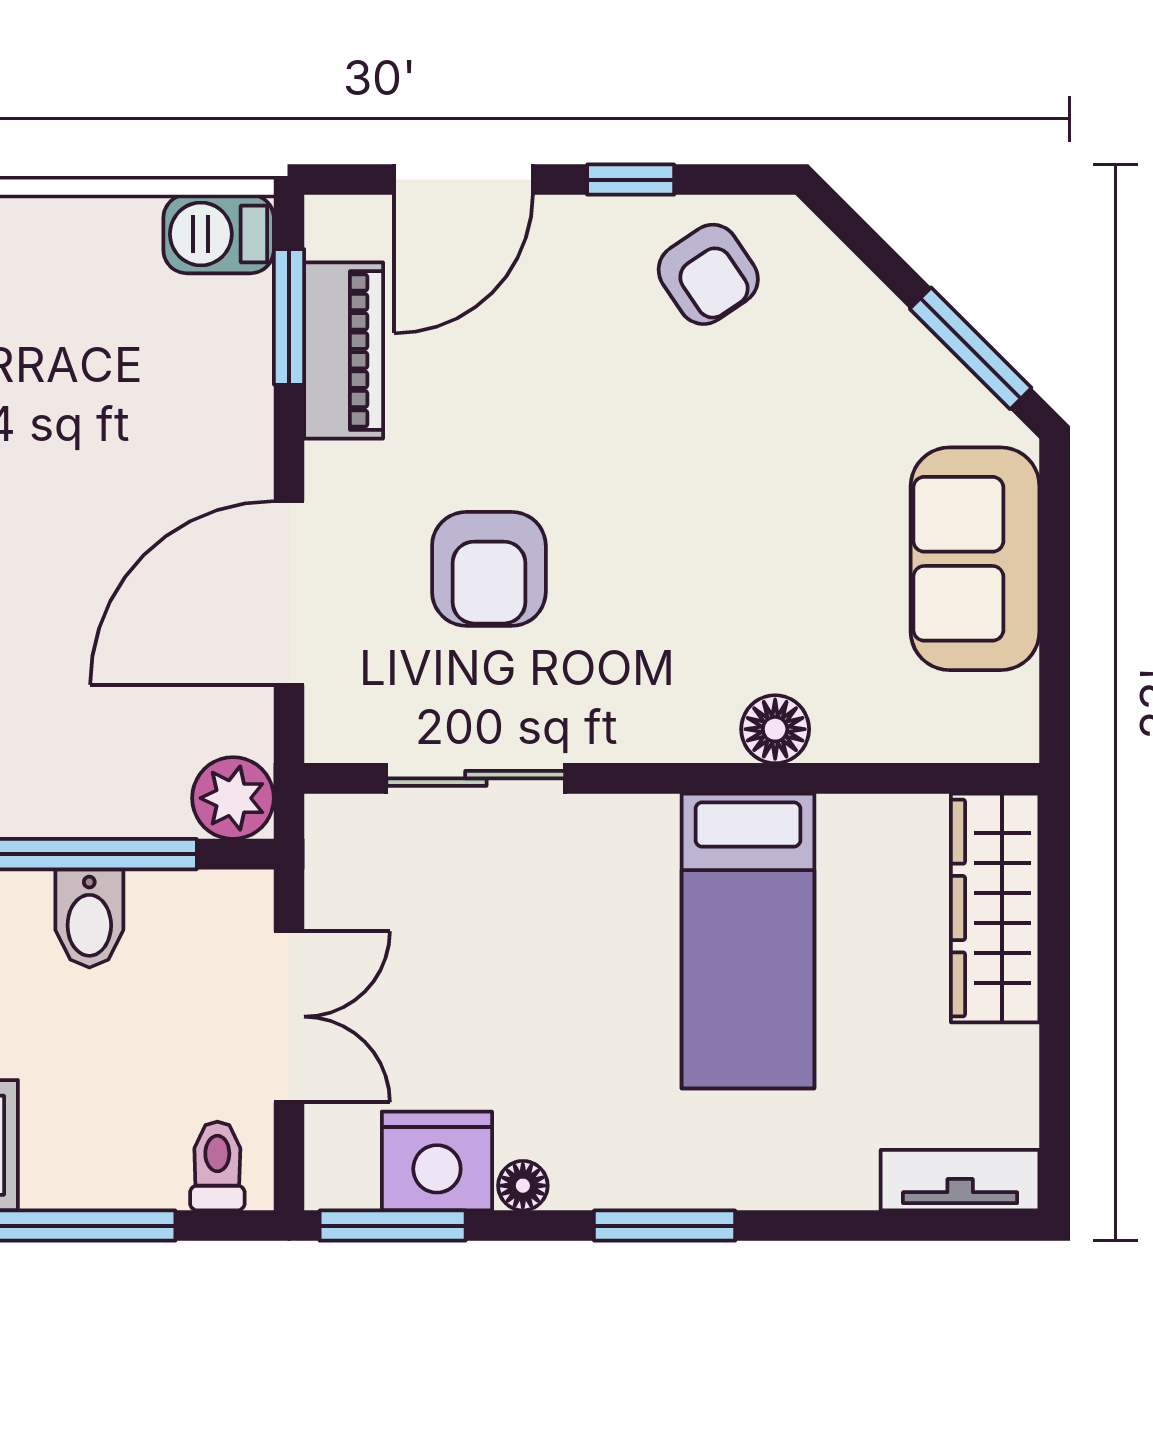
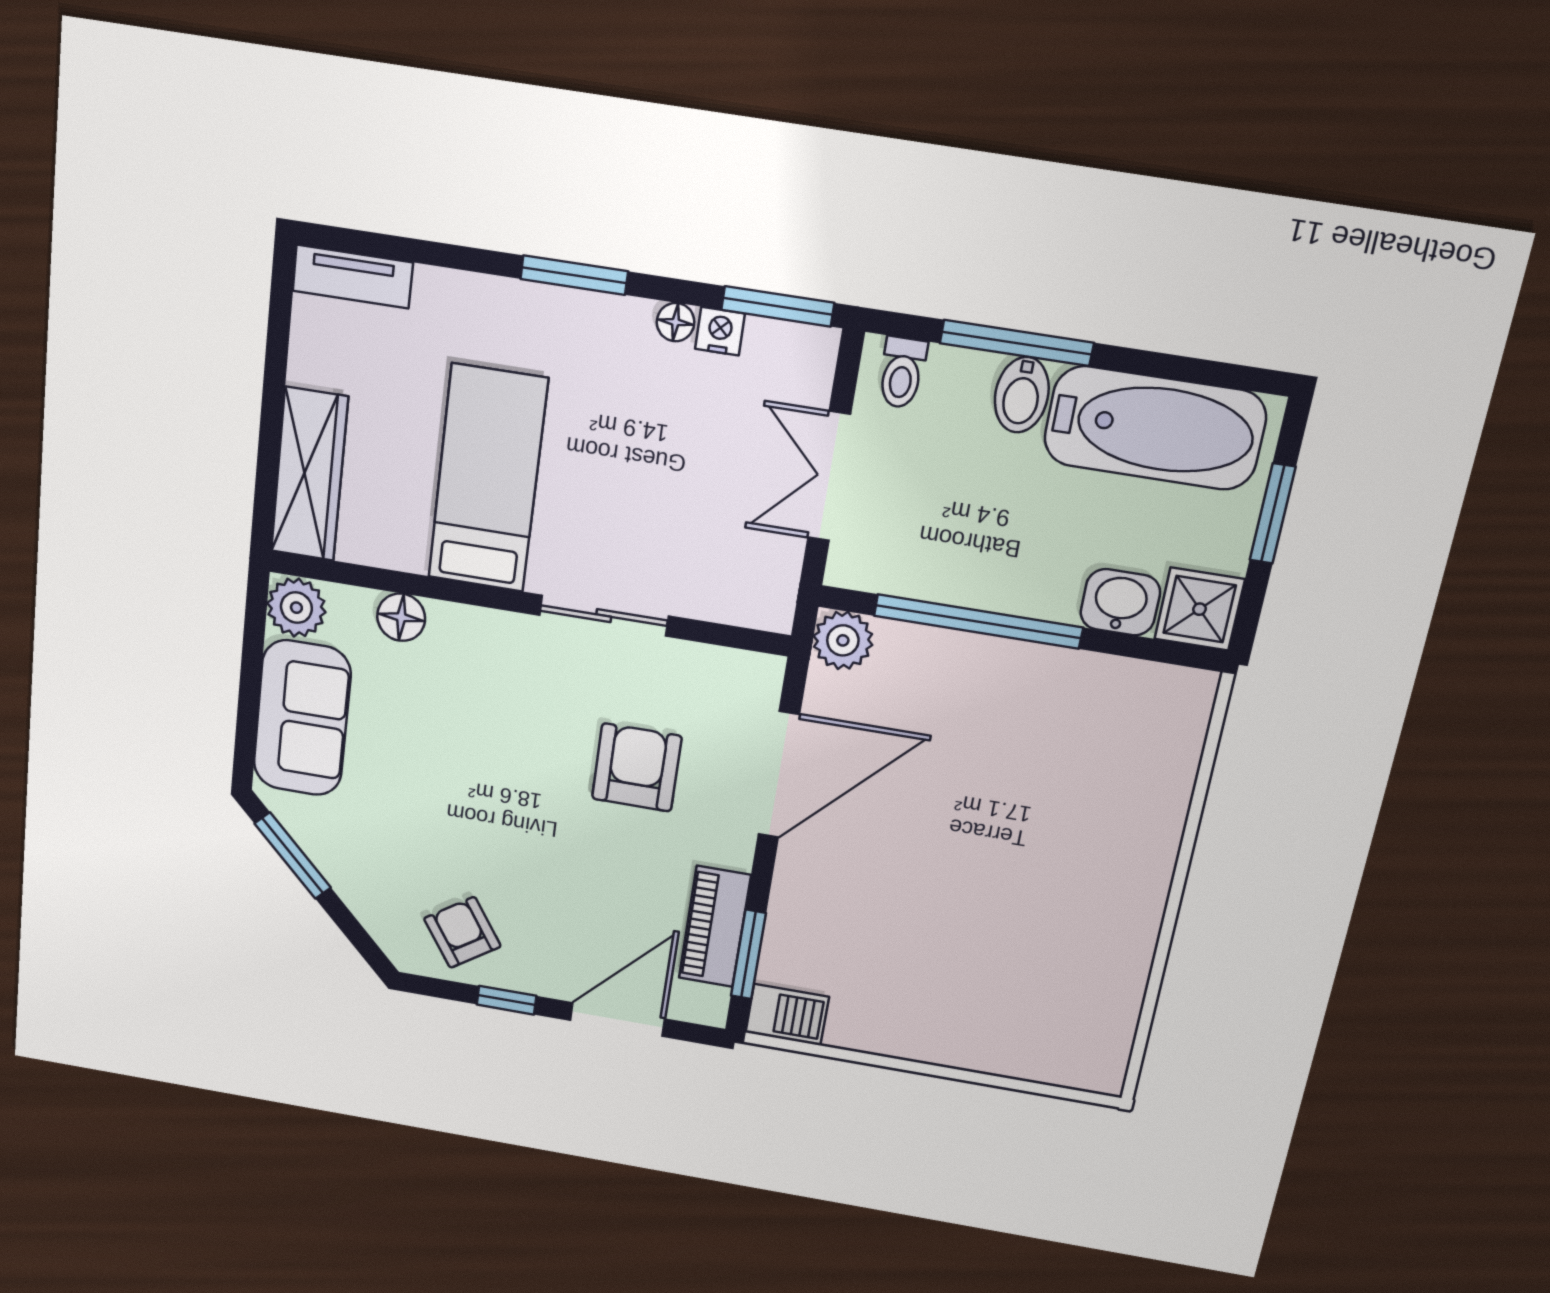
plant: (997, 718) -> (296, 608), added
floor lamp: (775, 729) -> (401, 617), moved
sliding door: (476, 778) -> (604, 616), moved
bidet: (89, 918) -> (1022, 395), moved, turned 180
nightstand: (437, 1161) -> (720, 331), width x0.53, depth x0.56

